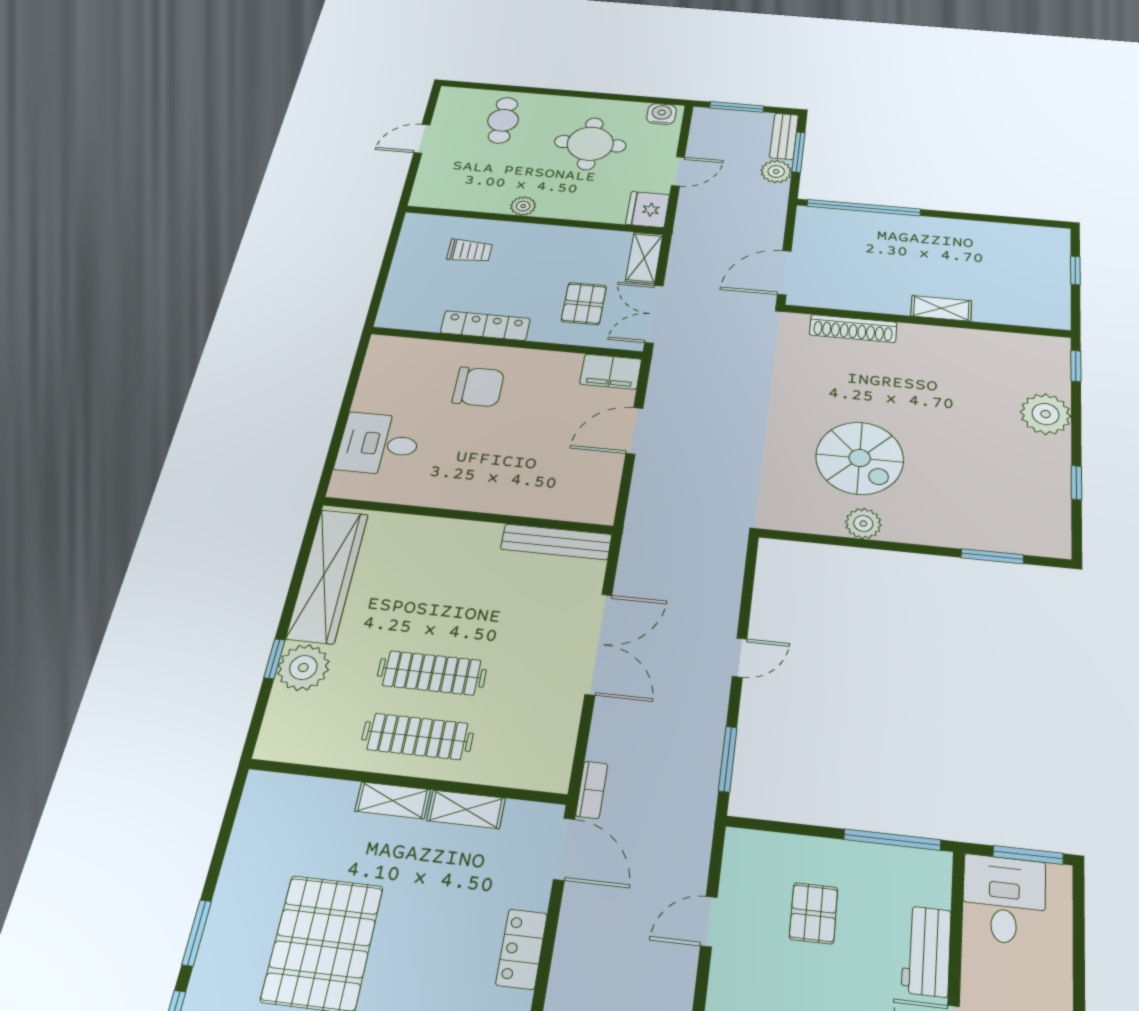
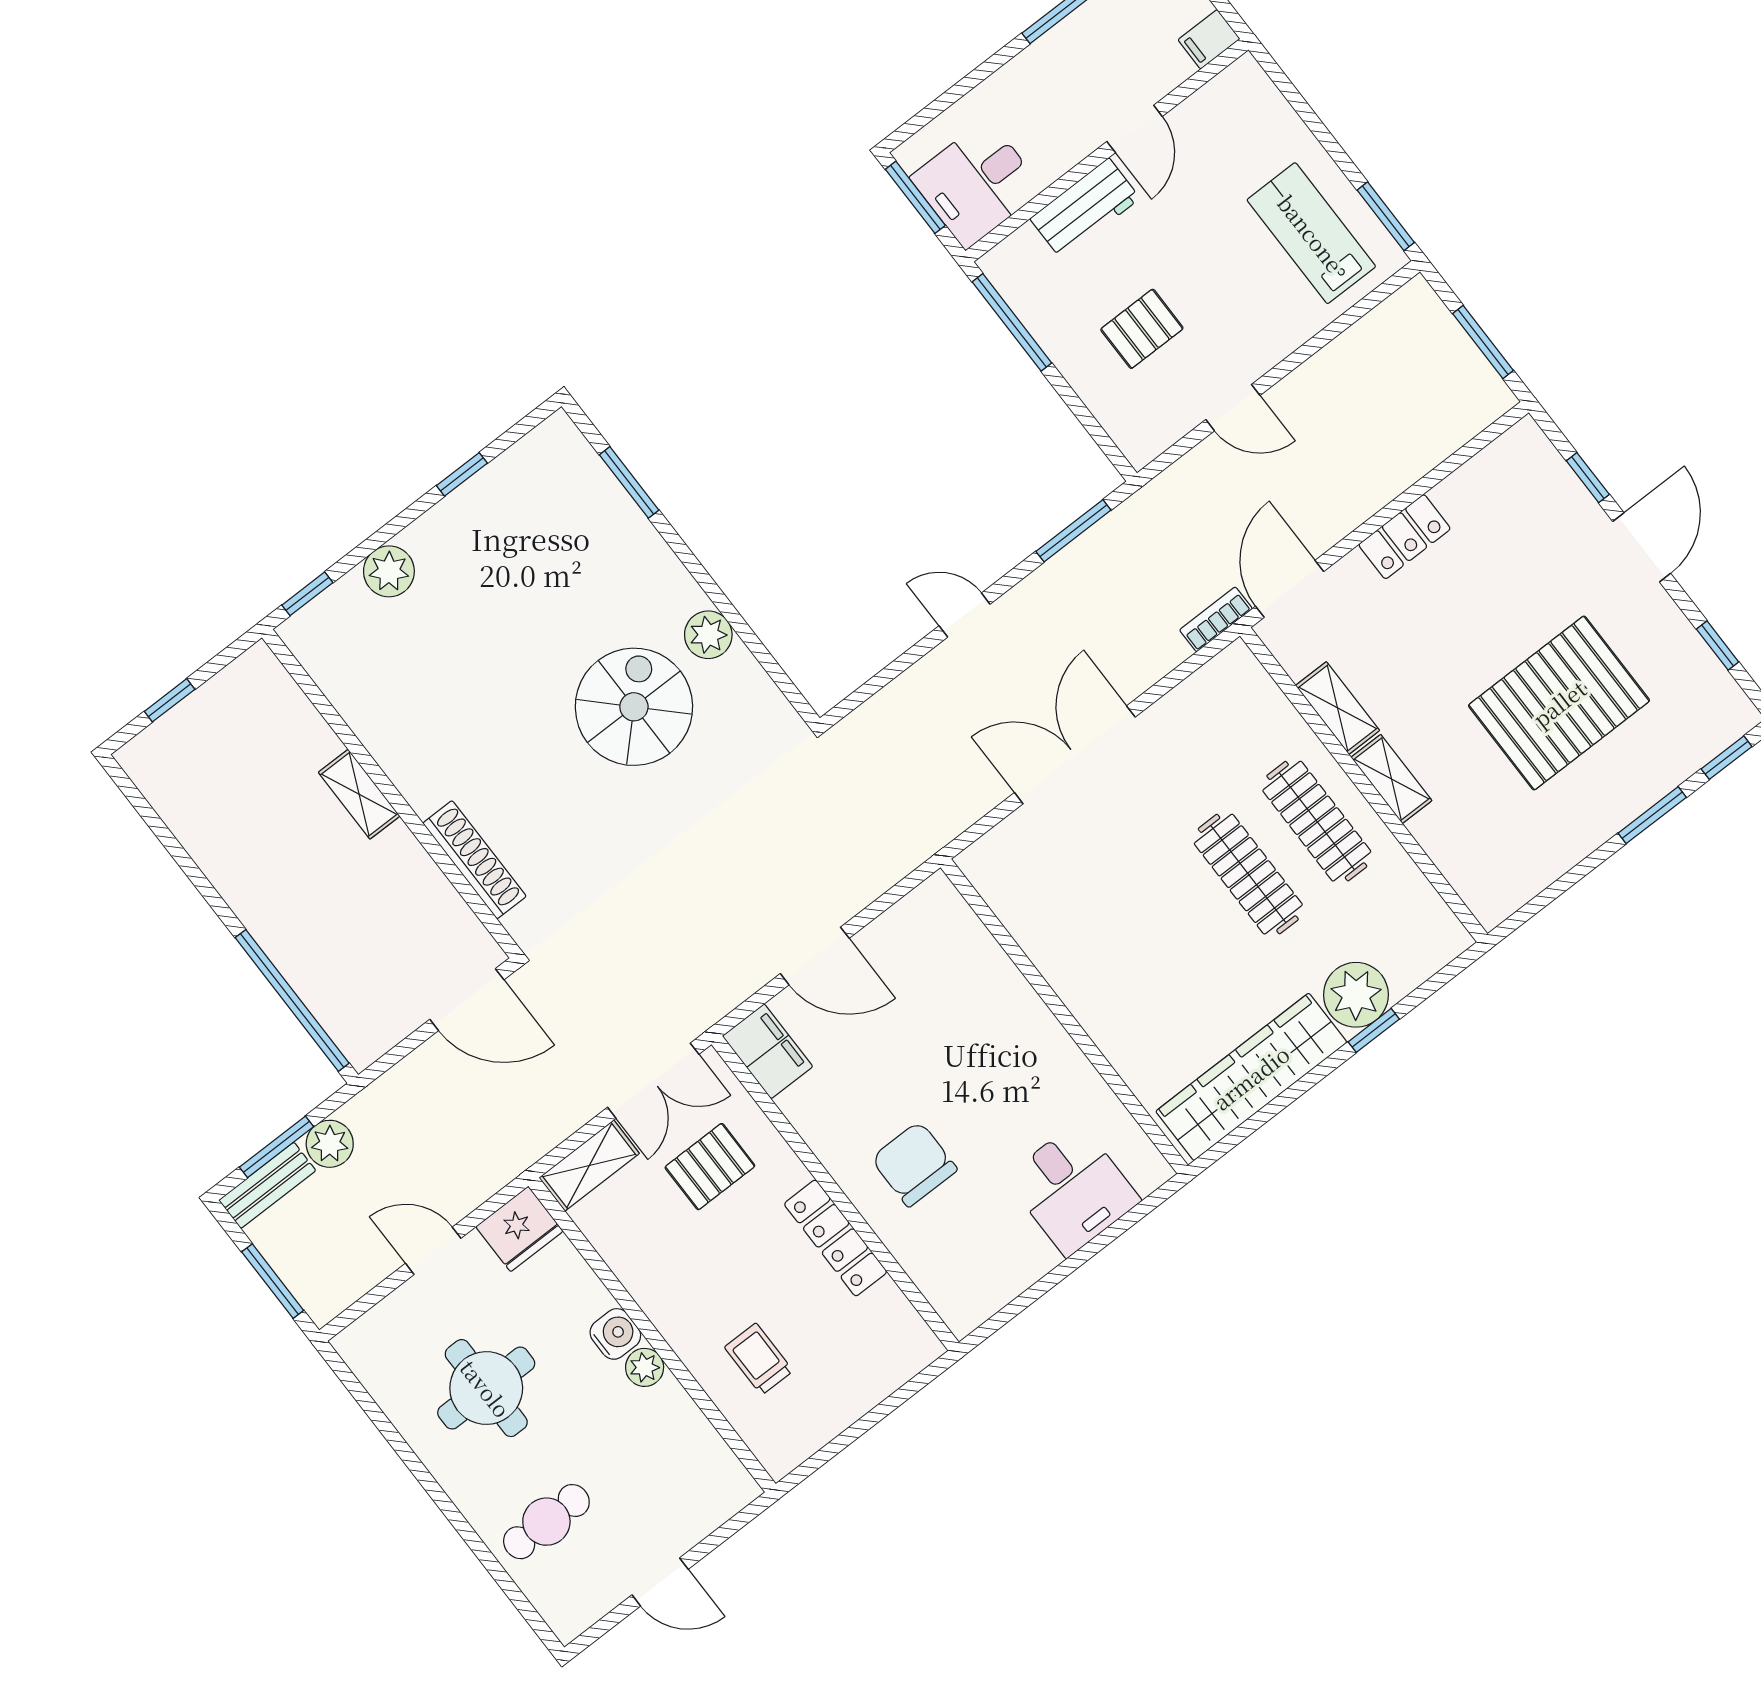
water cooler: (661, 114) -> (615, 1334), moved, turned 180
plant: (1046, 414) -> (389, 571), width x0.73, depth x0.73
bench: (556, 542) -> (1010, 903), removed

